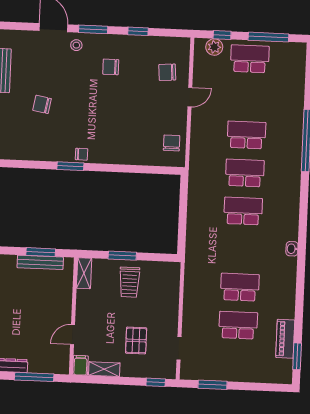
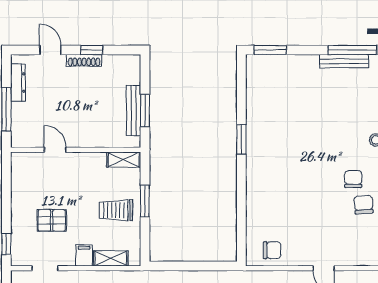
chair: (167, 72) -> (364, 205), moved
chair: (42, 104) -> (308, 105), removed
chair: (82, 154) -> (255, 151), removed
filing cabinet: (80, 365) -> (84, 255), moved, turned -90
shelving: (104, 369) -> (111, 258), moved, turned 90

